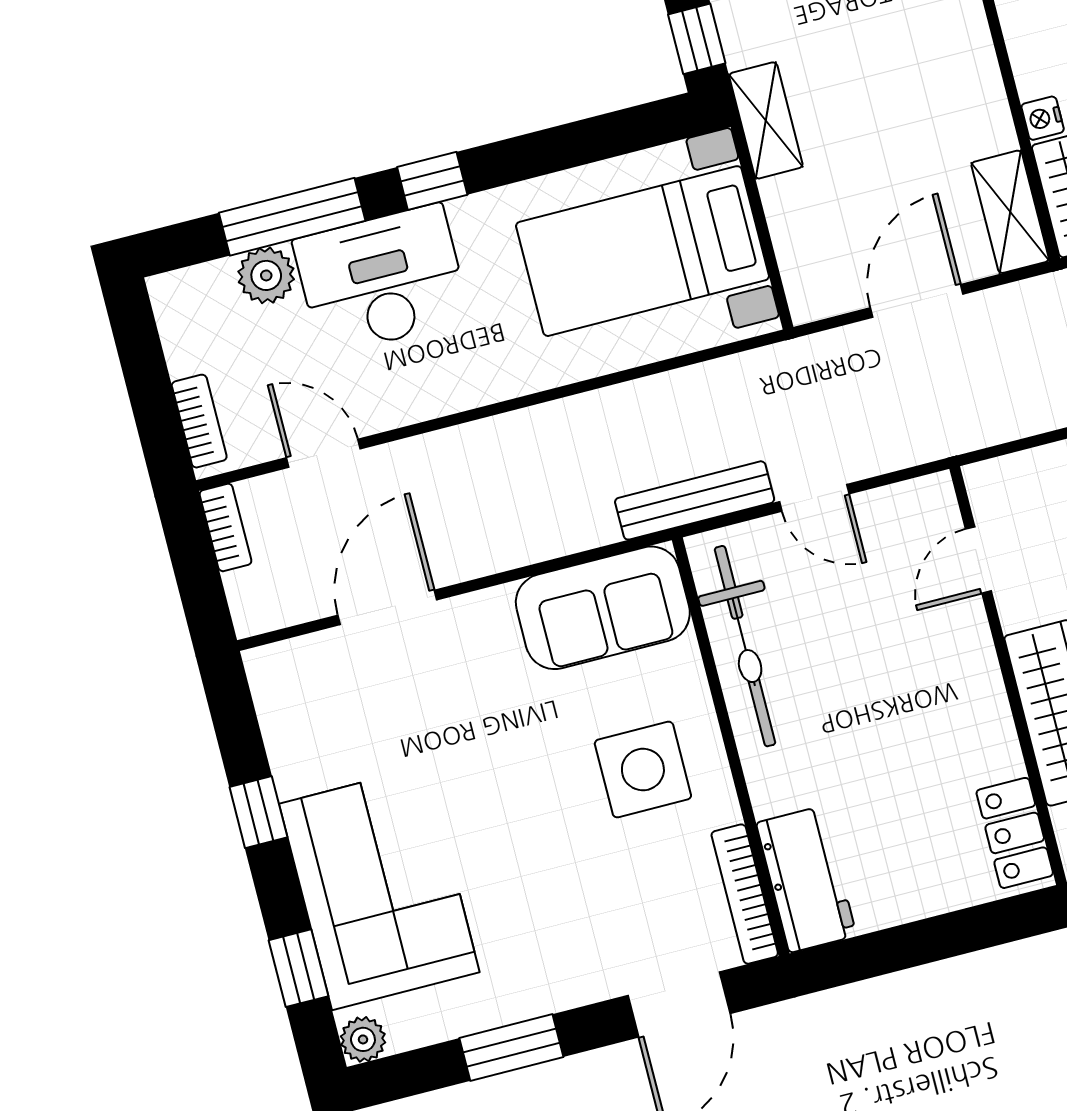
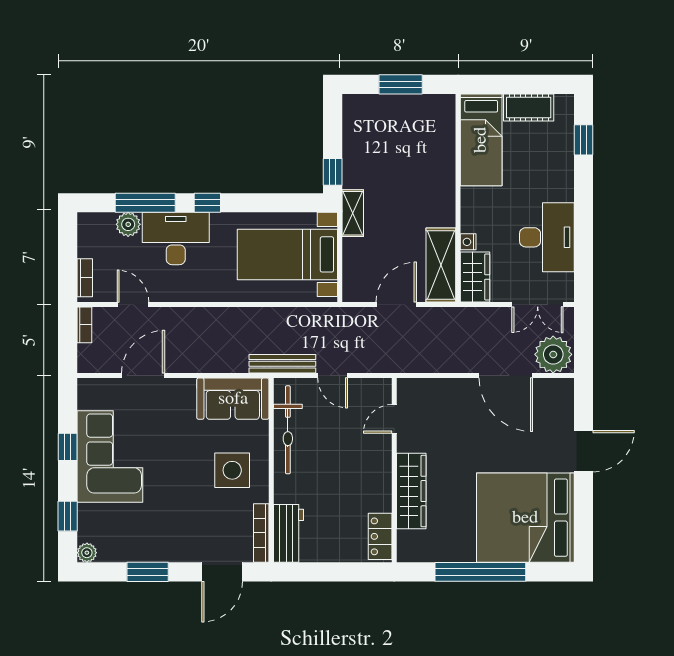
shelving: (1010, 212) -> (441, 265), width x1.50, depth x1.33
corner sofa: (379, 888) -> (110, 457), moved

